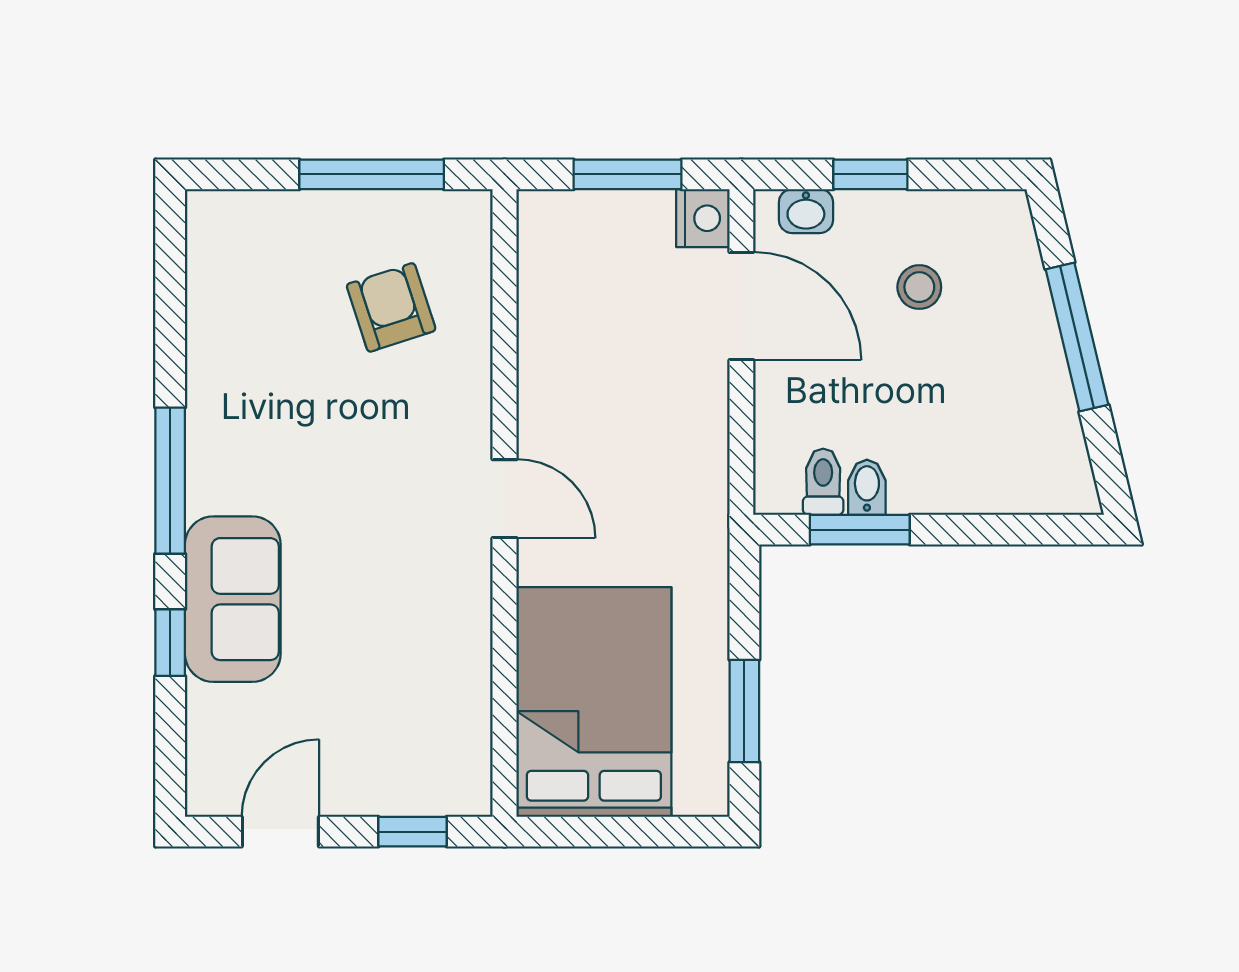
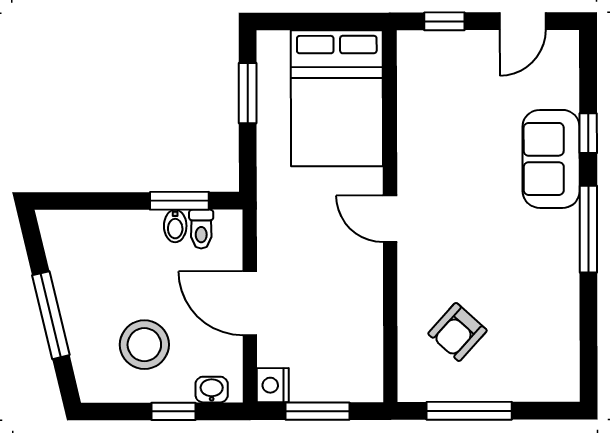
stool: (919, 287) -> (144, 345), width x1.89, depth x1.89
door: (741, 306) -> (250, 303), moved
armchair: (391, 307) -> (457, 332), turned 60

